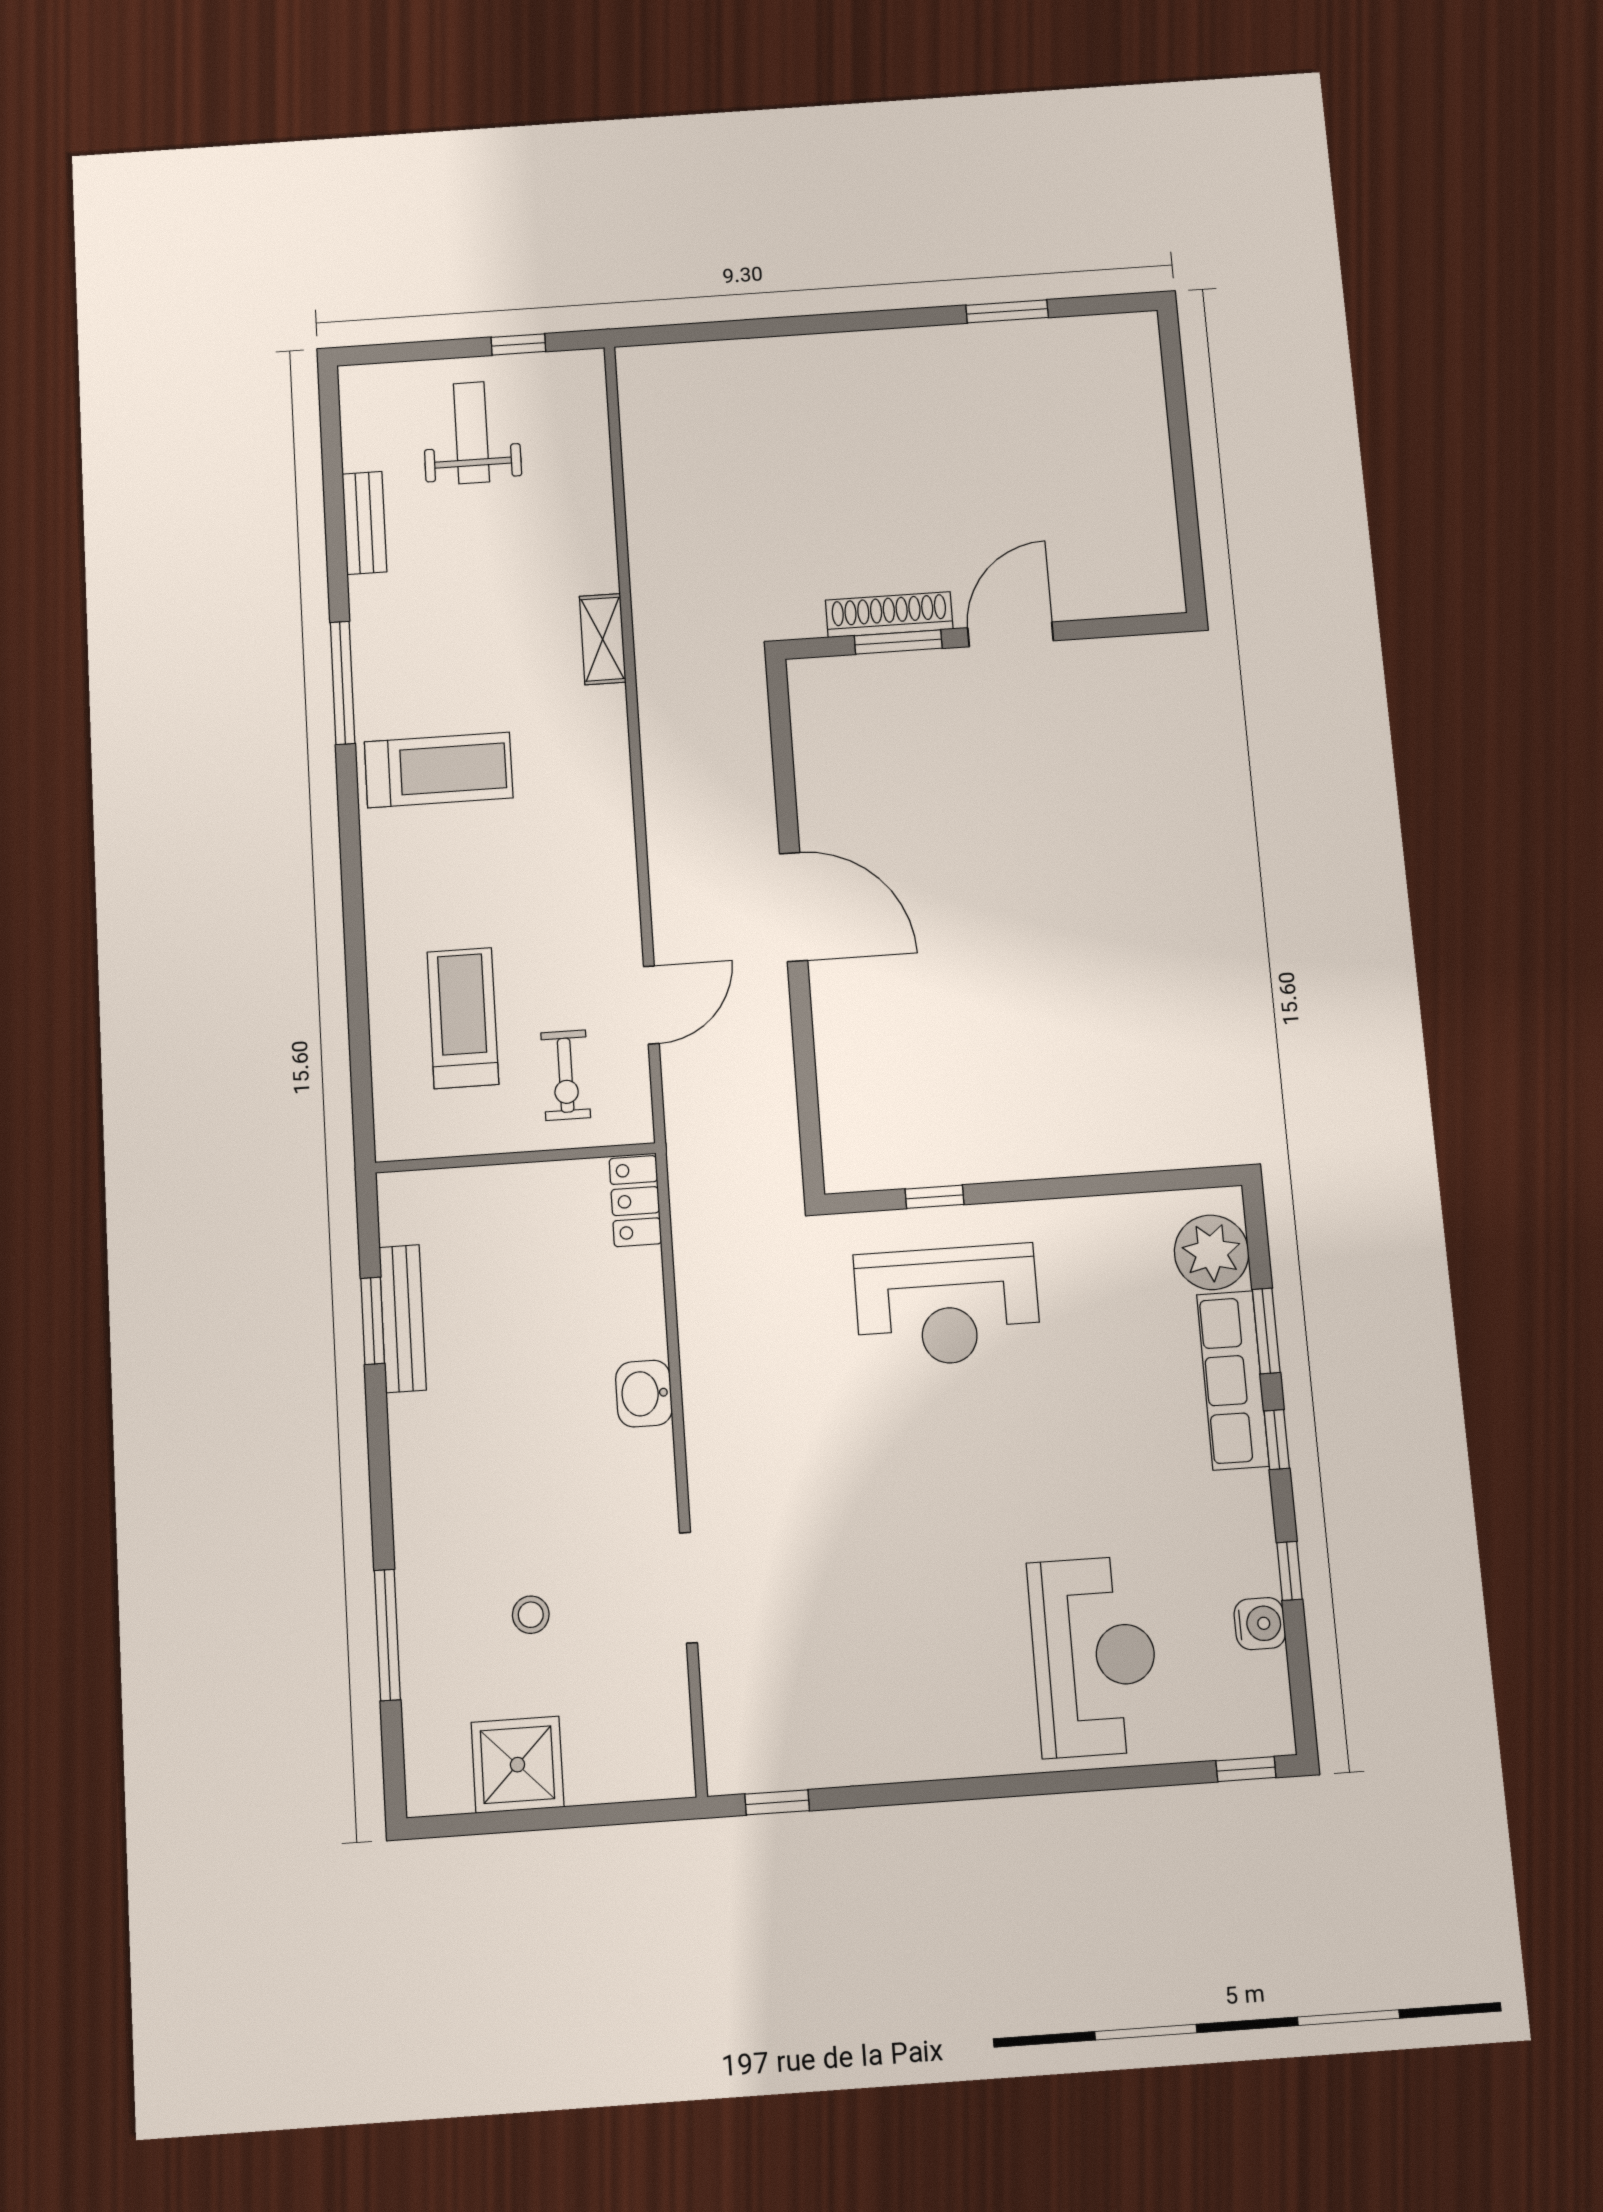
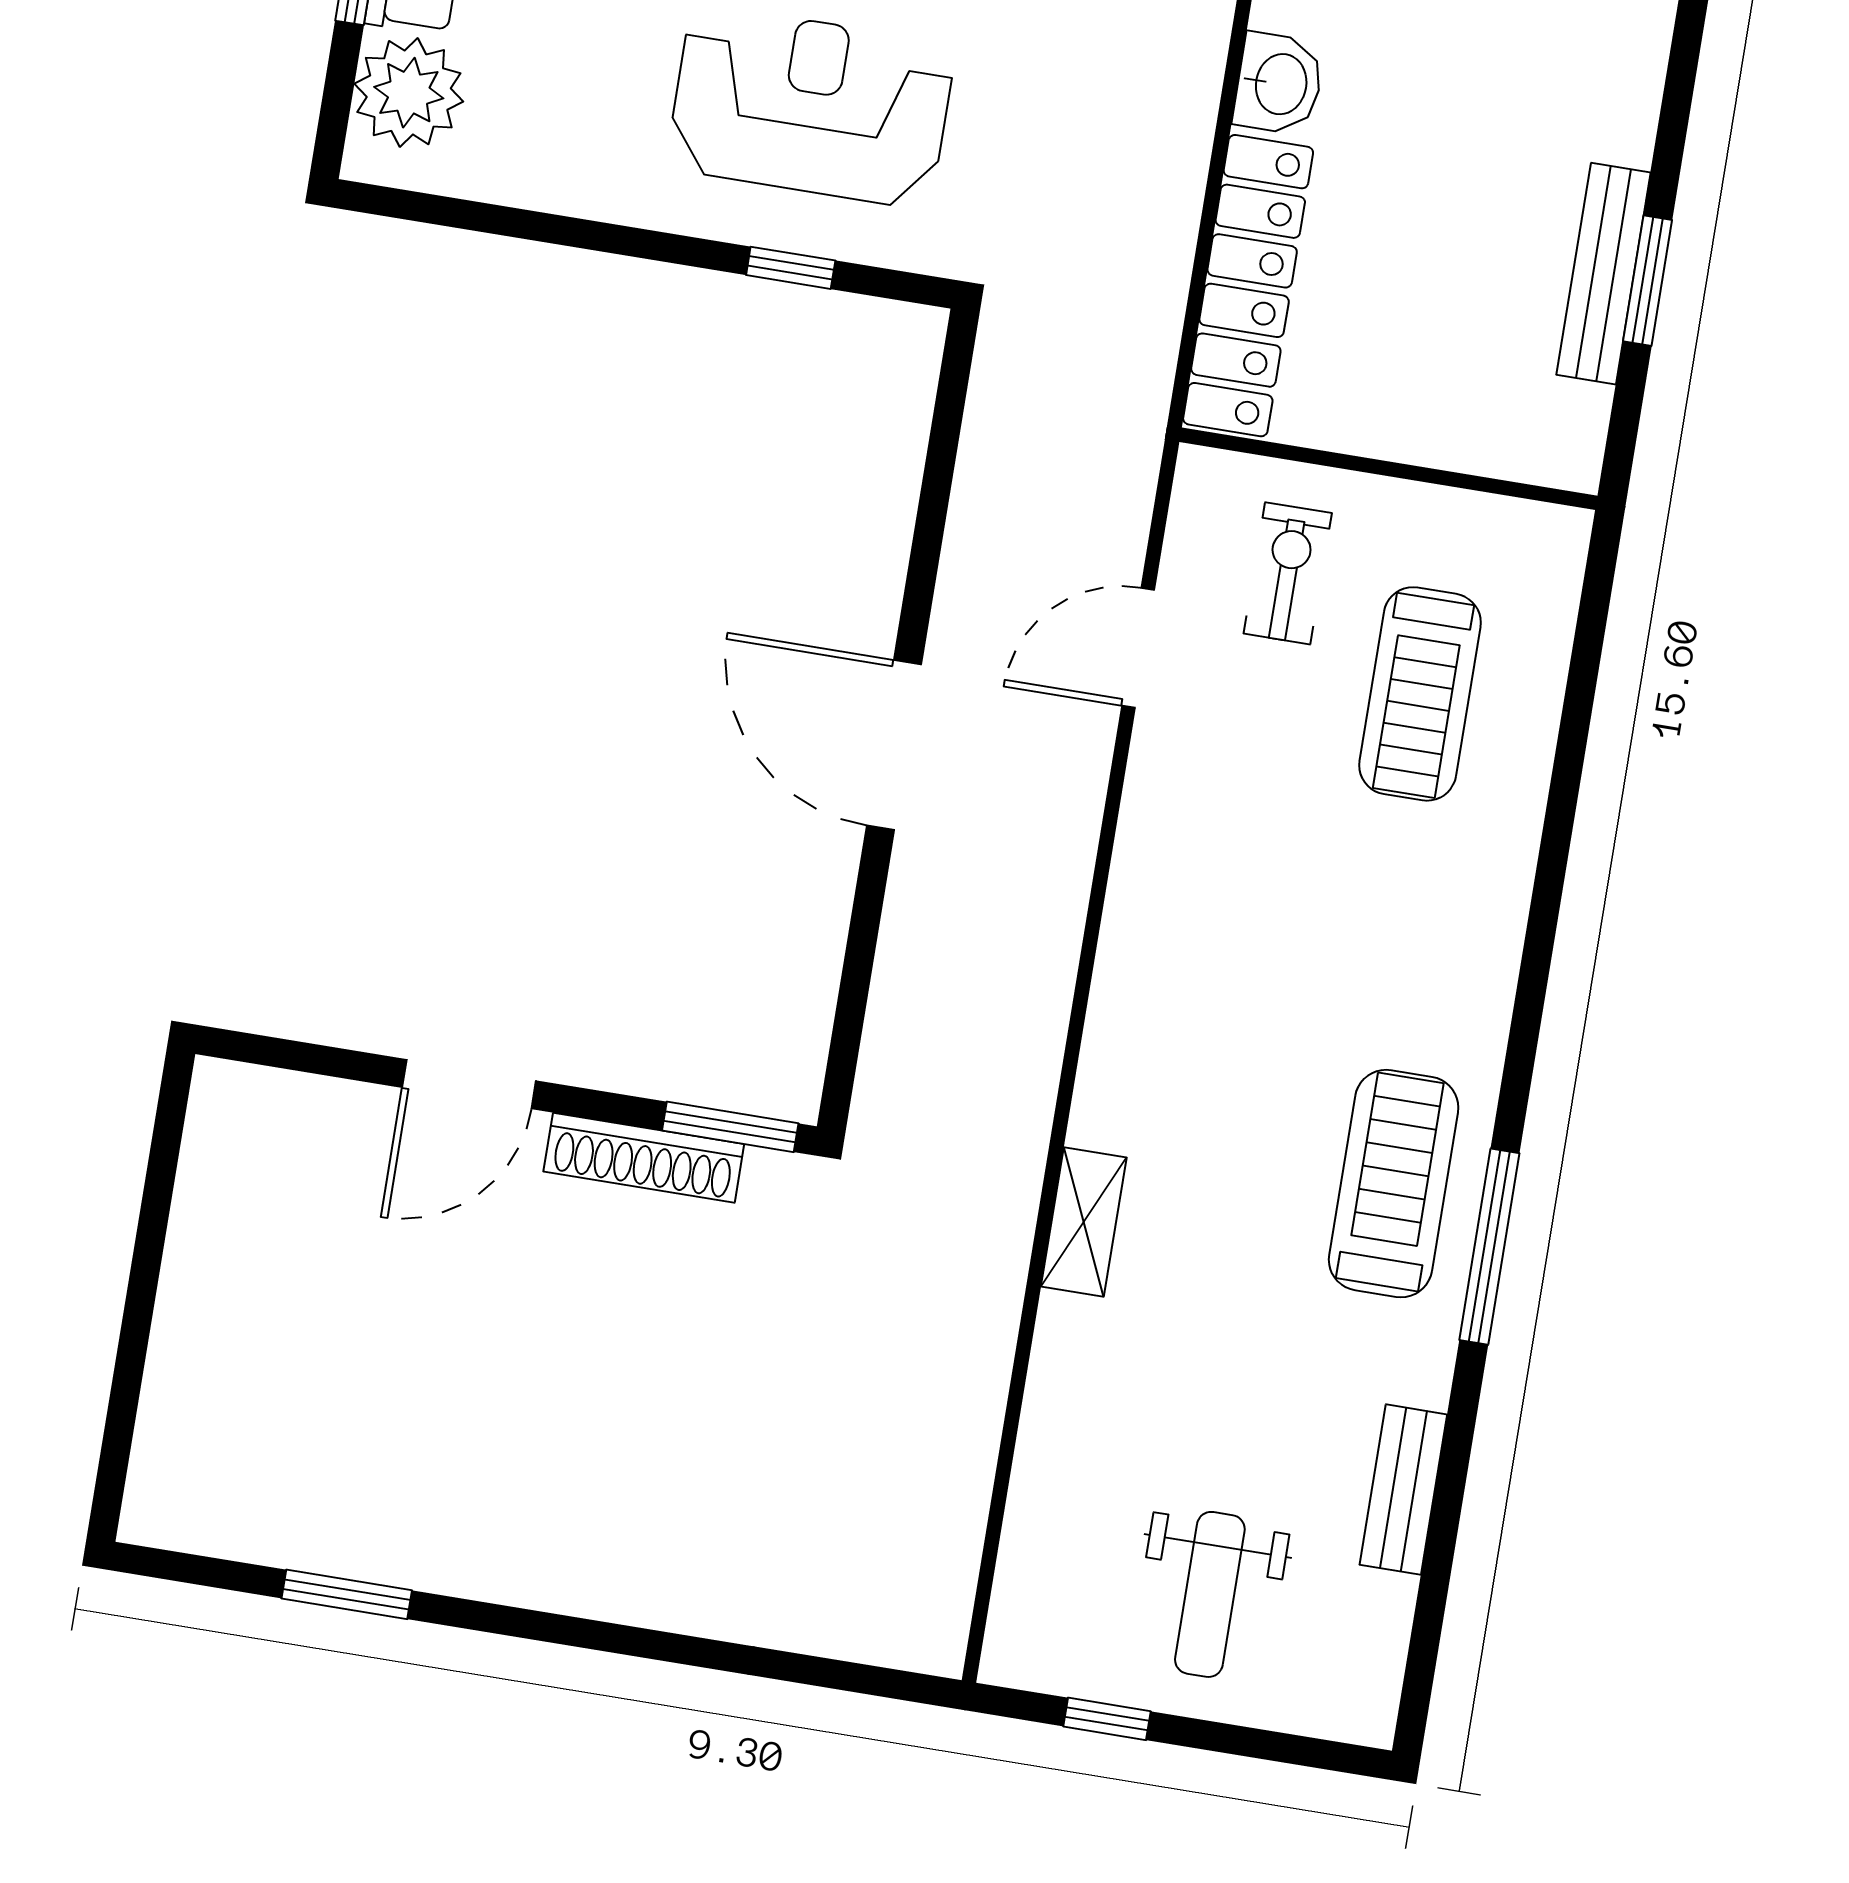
window: (898, 642) -> (730, 1127), moved
treadmill: (439, 770) -> (1394, 1184), moved, turned 90
locker: (635, 1201) -> (1248, 286), width x2.16, depth x1.21

